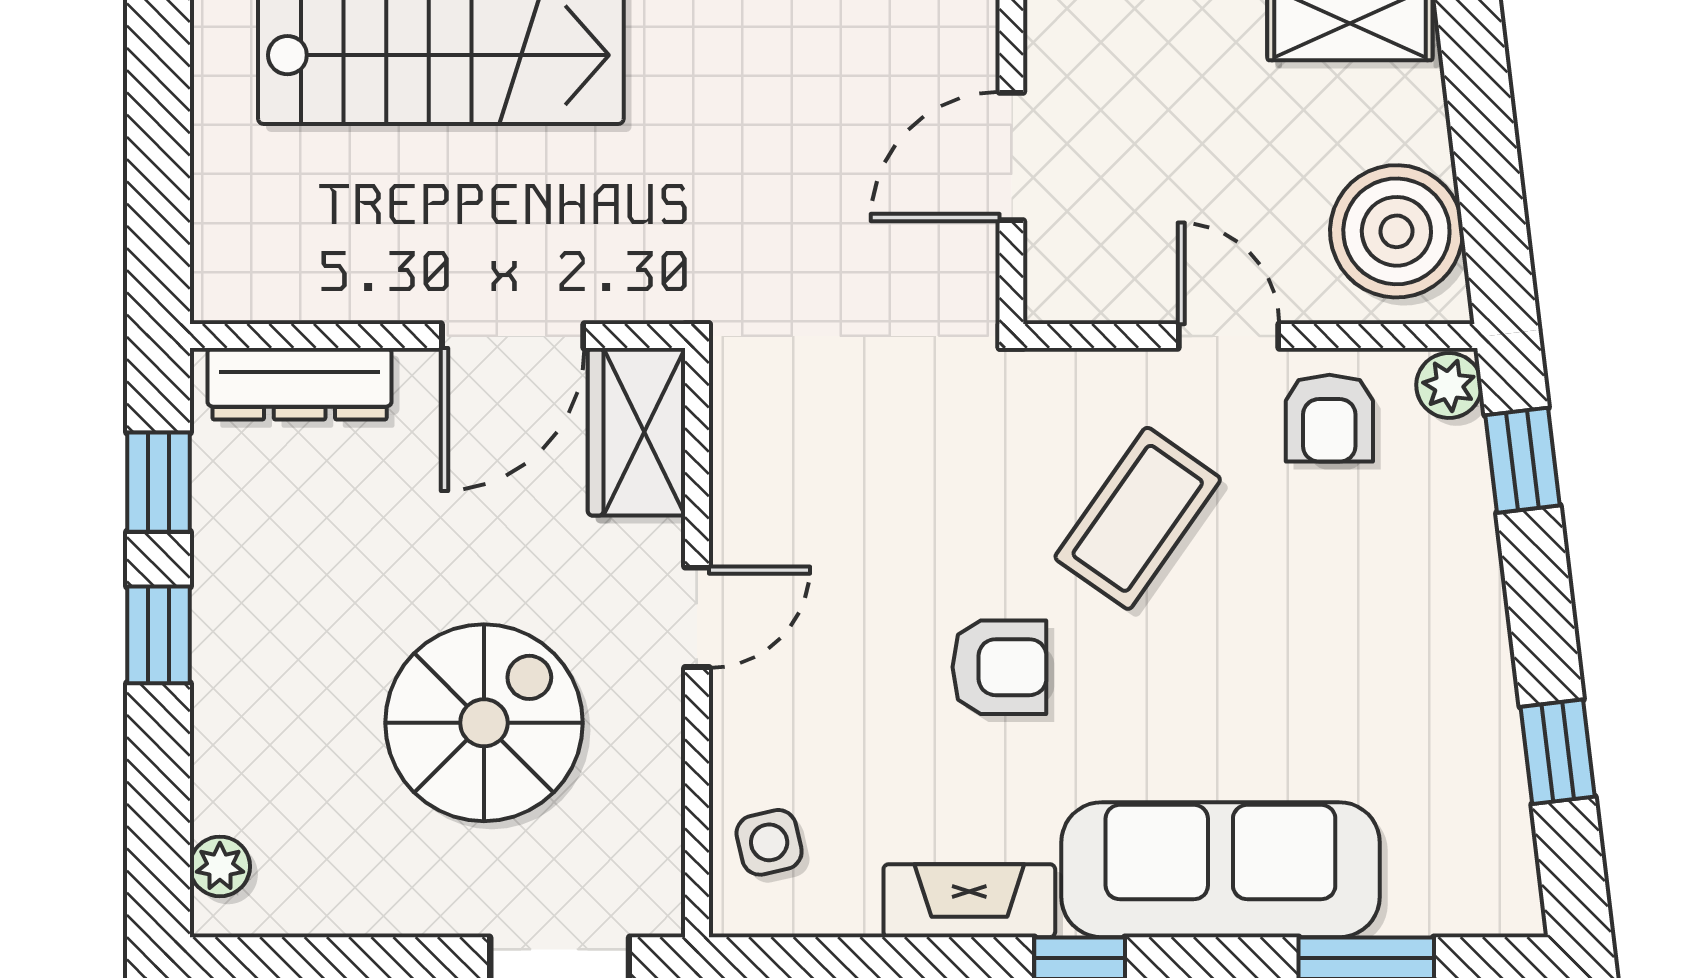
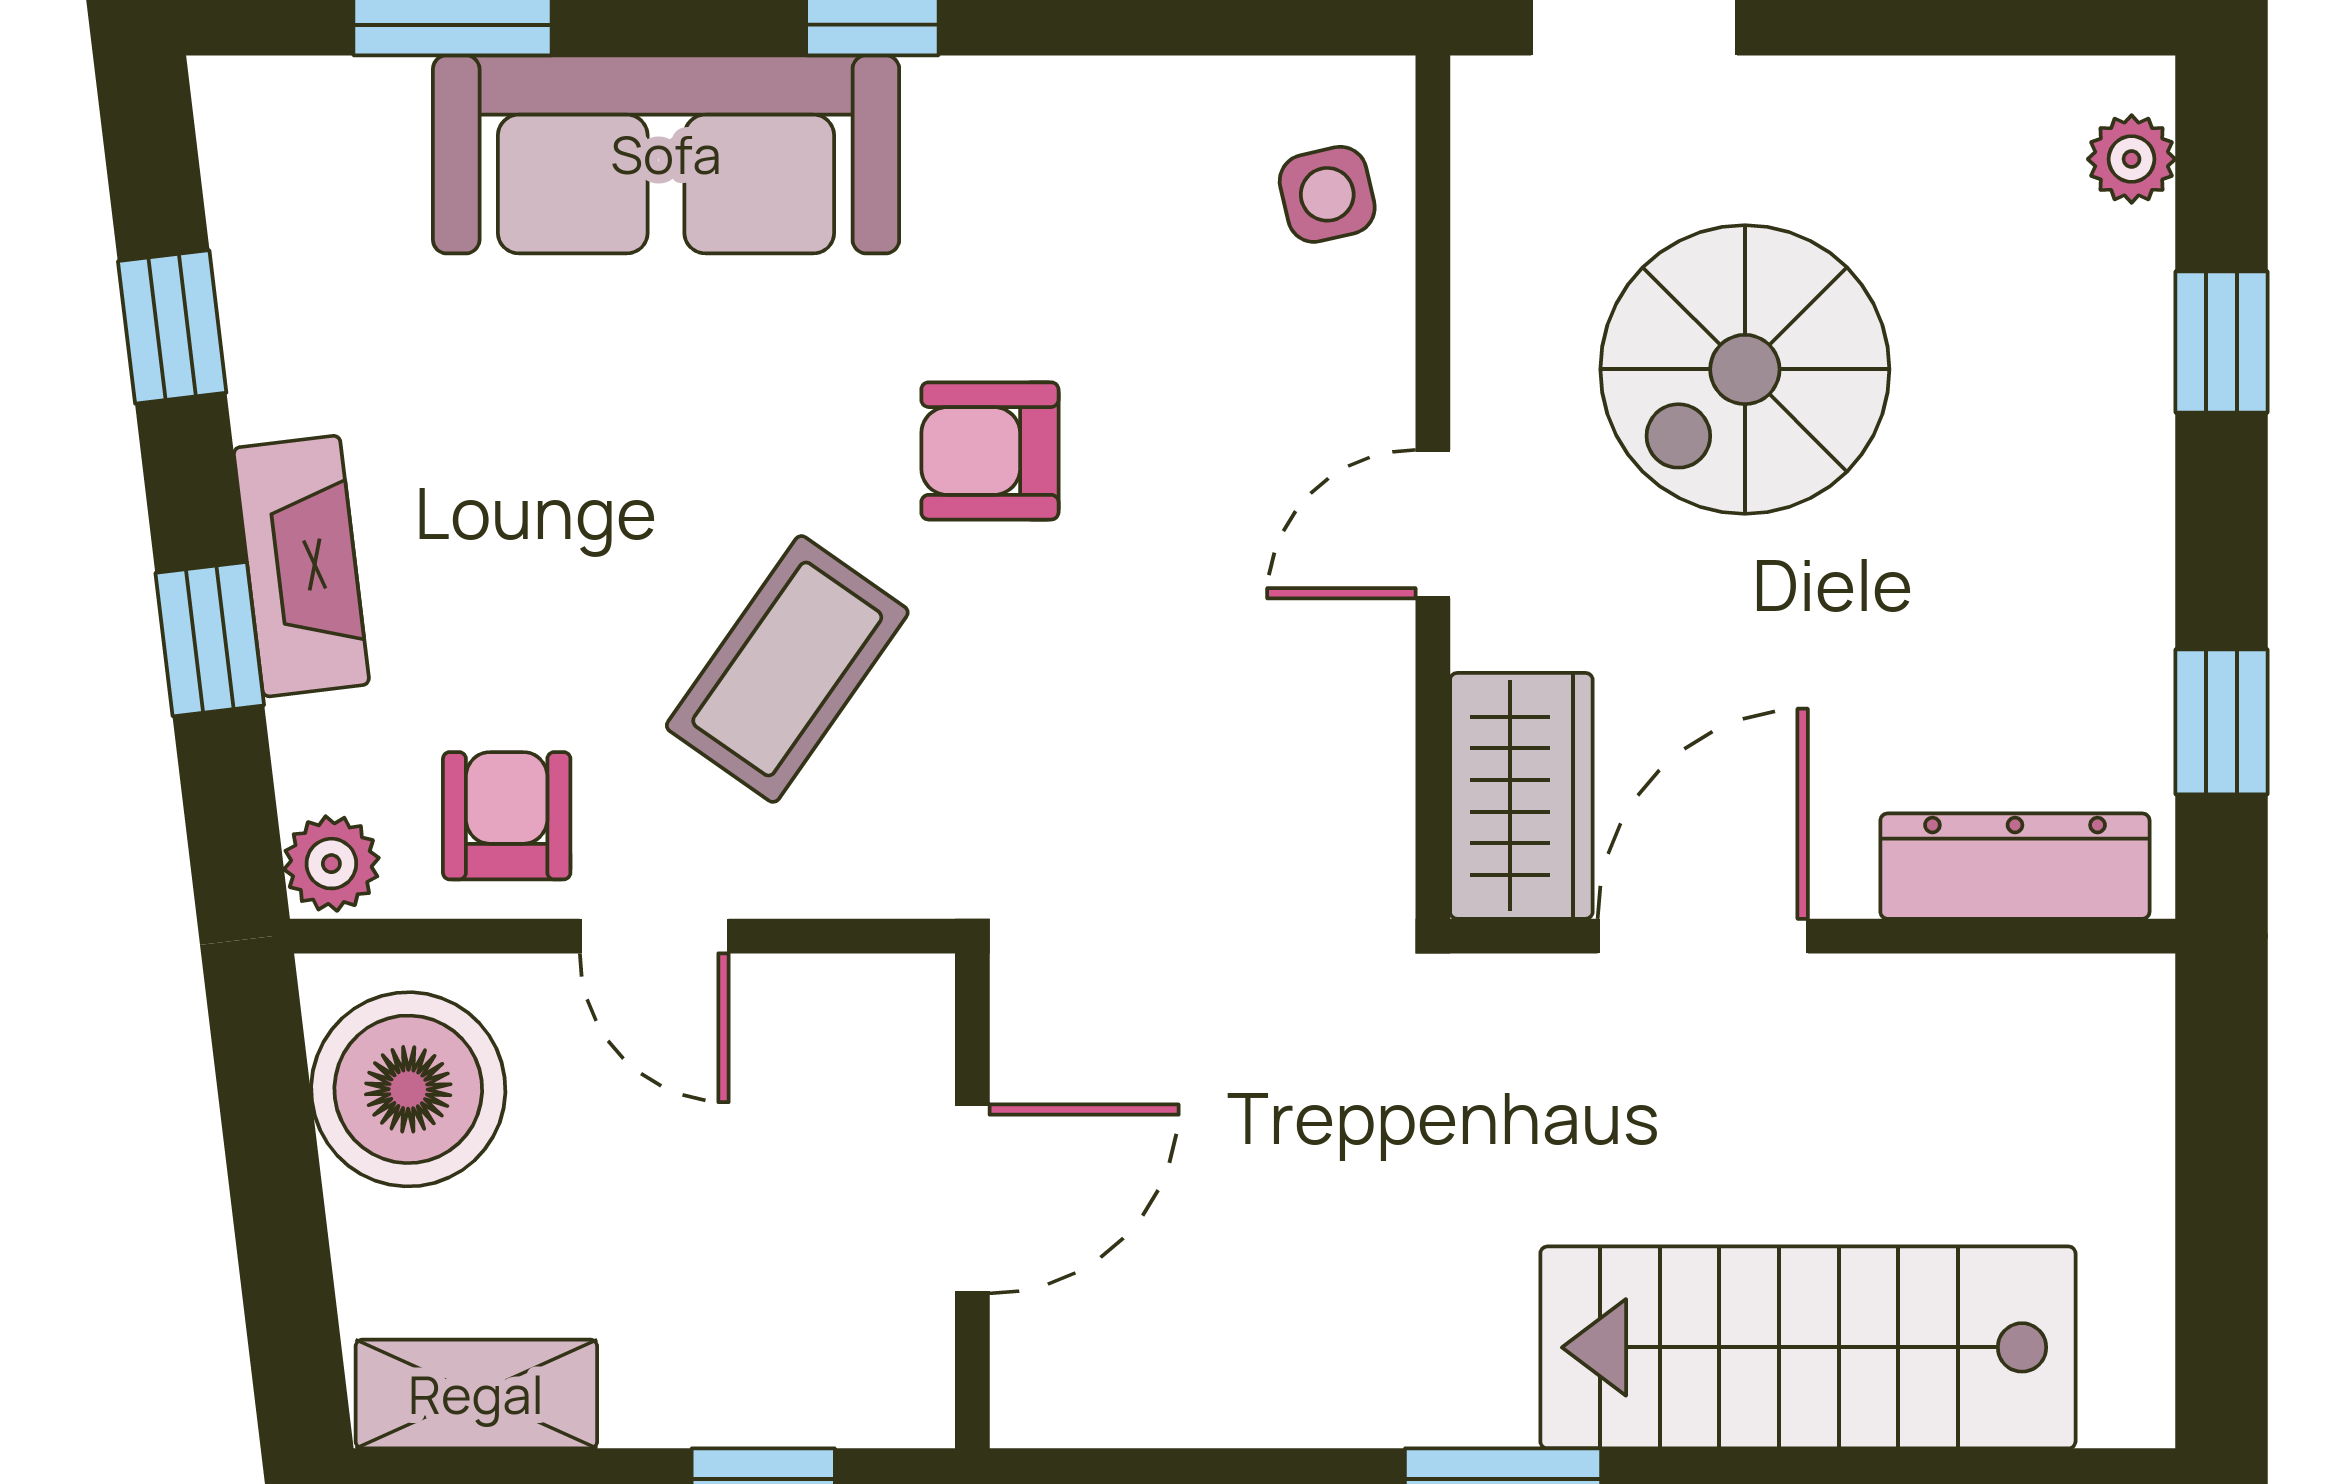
window: (1523, 460) -> (210, 639), moved
window: (159, 635) -> (2221, 342), moved
fireplace: (969, 901) -> (301, 566), moved, turned -97

